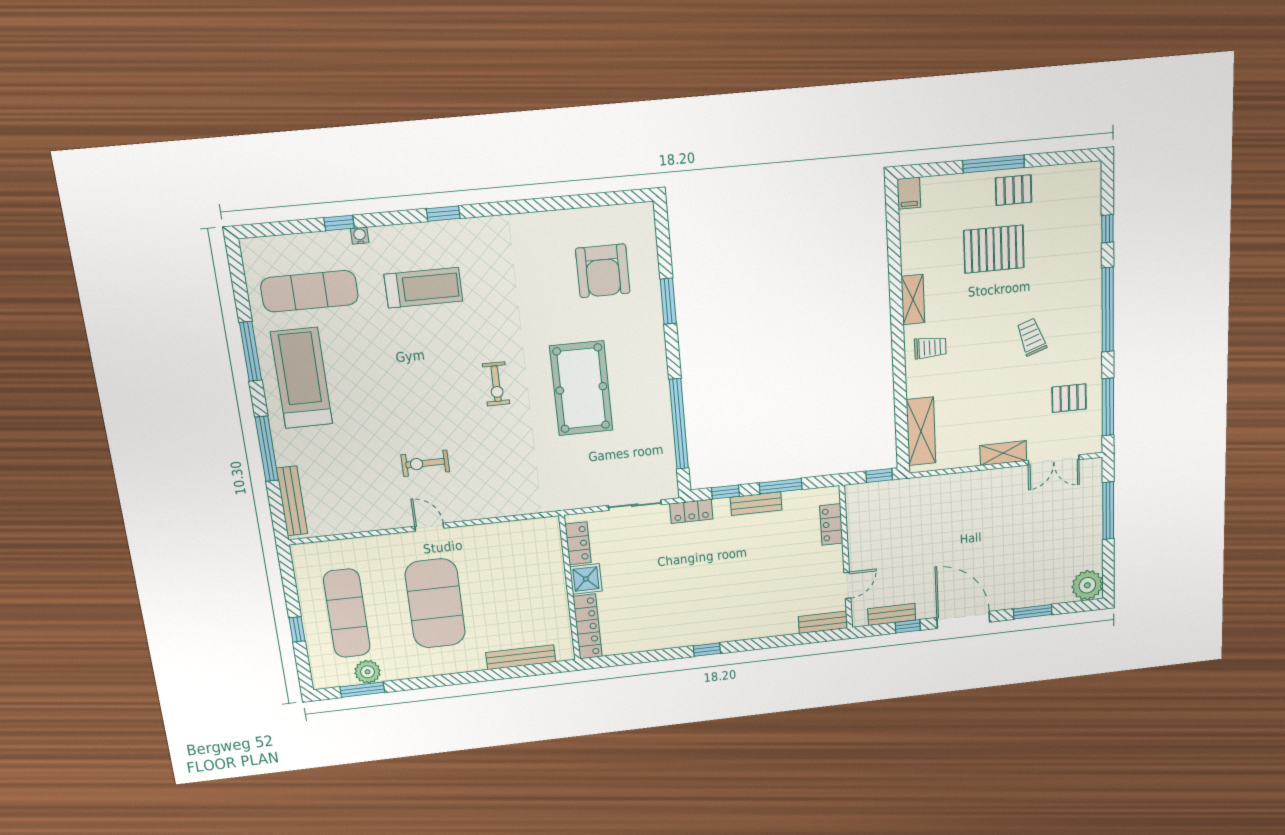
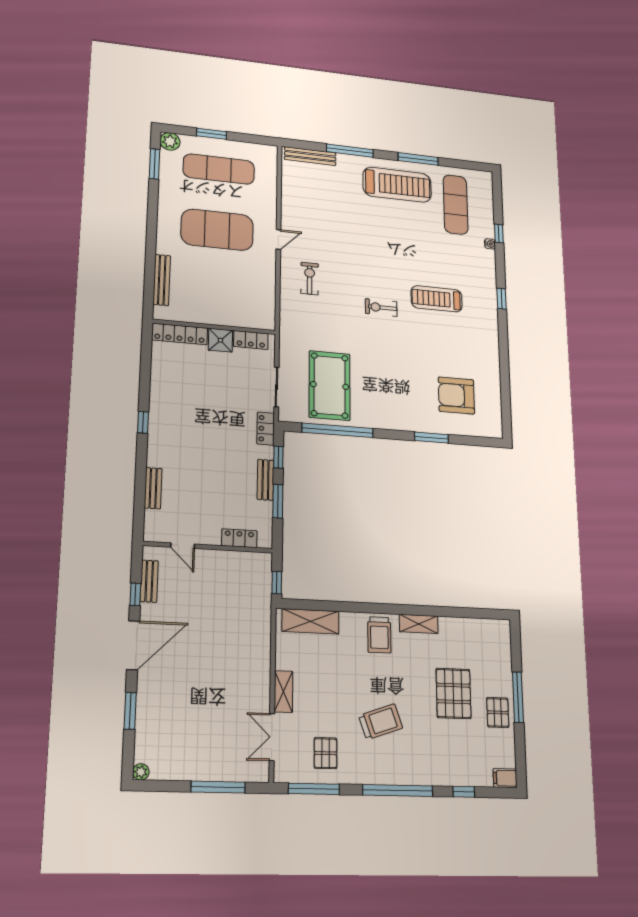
filing cabinet: (909, 193) -> (505, 778), moved
treadmill: (423, 288) -> (437, 299), moved, turned 90
trolley: (1031, 337) -> (381, 722), width x1.36, depth x1.39
trolley: (930, 348) -> (379, 635), width x1.36, depth x1.39
pool table: (581, 388) -> (330, 385), moved, turned 90
exercise bike: (425, 463) -> (310, 278), moved
plant: (1087, 585) -> (141, 772), width x0.53, depth x0.53
bench: (823, 622) -> (153, 488), moved
window: (297, 629) -> (211, 134), width x1.50
plant: (368, 672) -> (170, 141), moved

